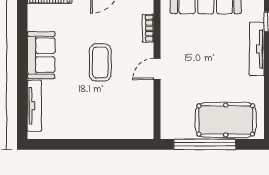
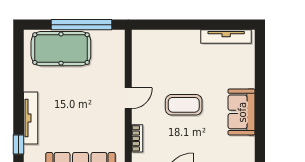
coffee table: (100, 62) -> (184, 105), turned 90
tv unit: (34, 106) -> (226, 36), moved, turned -90

